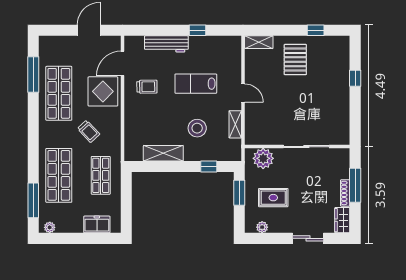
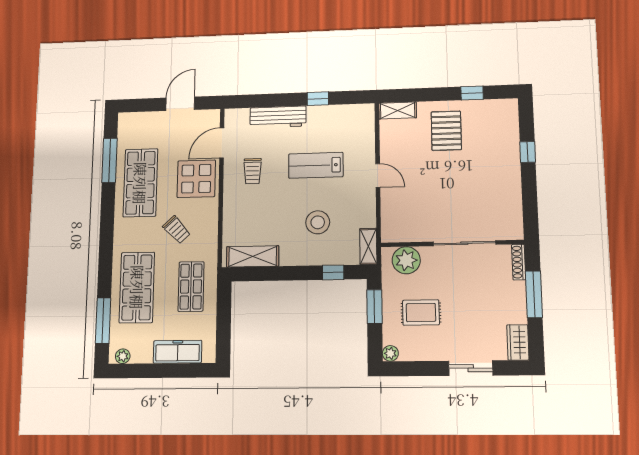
trolley: (147, 87) -> (253, 171), turned 91
shelving: (235, 124) -> (368, 246), moved
shelving: (163, 153) -> (253, 256), moved
shoe rack: (345, 193) -> (519, 262), moved
freezer: (97, 224) -> (178, 352), width x1.40
plant: (262, 227) -> (390, 353), moved

